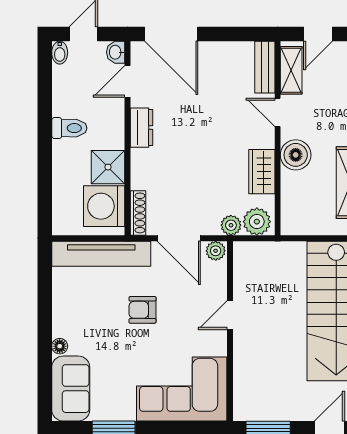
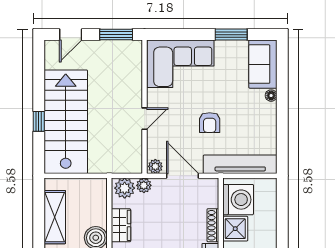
shoe rack: (138, 213) -> (213, 225), moved
armchair: (142, 310) -> (210, 123), turned 90

